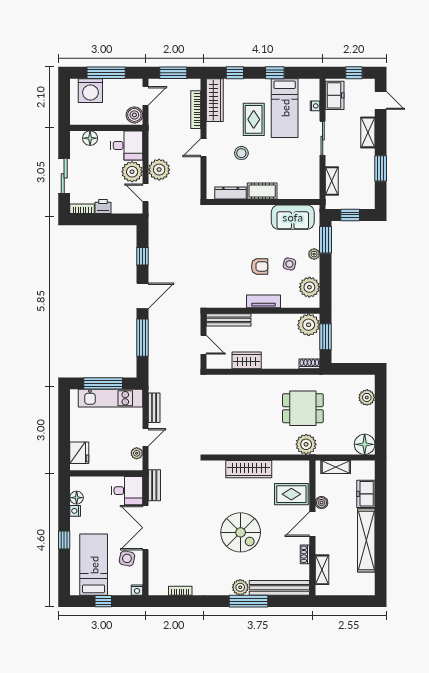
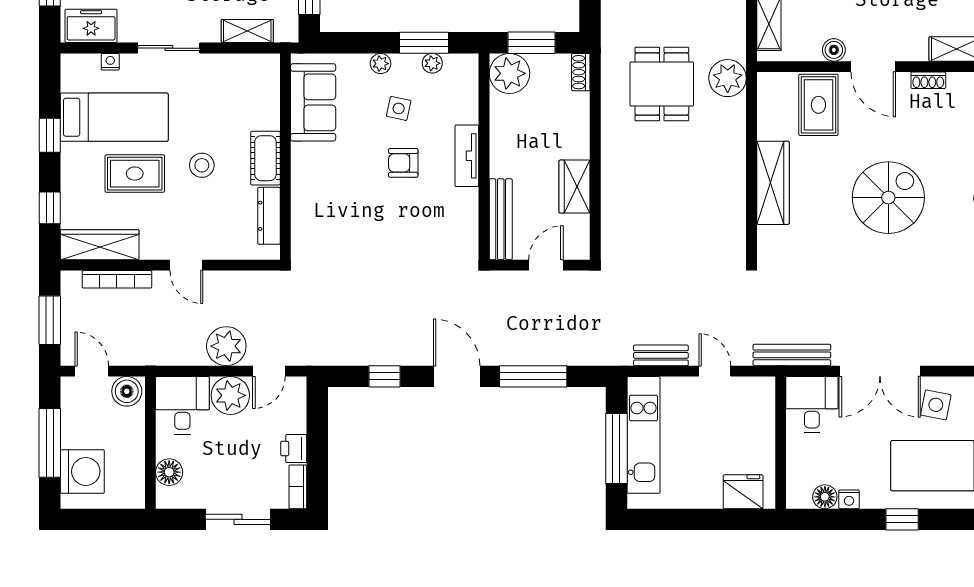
stool: (241, 153) -> (202, 165), moved
window: (325, 240) -> (424, 43), moved
armchair: (260, 267) -> (403, 163), turned -90
plant: (309, 287) -> (432, 63), width x0.53, depth x0.53
plant: (137, 453) -> (744, 387), removed
bench: (154, 485) -> (792, 355), width x1.36

